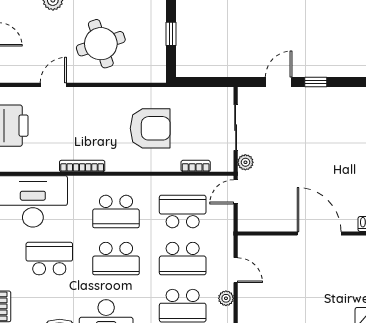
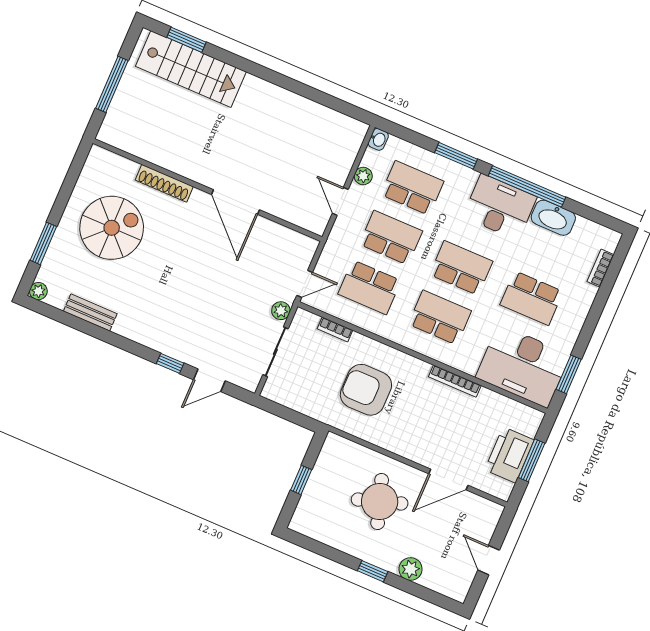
door: (53, 85) -> (448, 480), width x1.38

